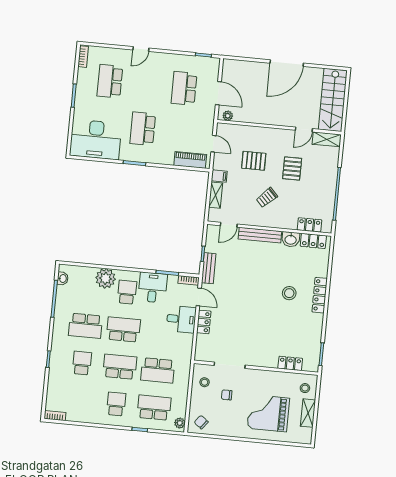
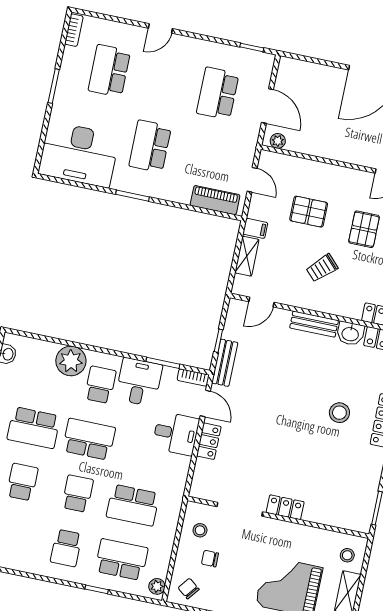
bench: (260, 235) -> (314, 324), width x0.73
locker: (290, 363) -> (285, 507), moved
school desk: (120, 367) -> (78, 494), width x0.54
chair: (227, 395) -> (210, 559), moved
school desk: (116, 404) -> (66, 548), turned 180

